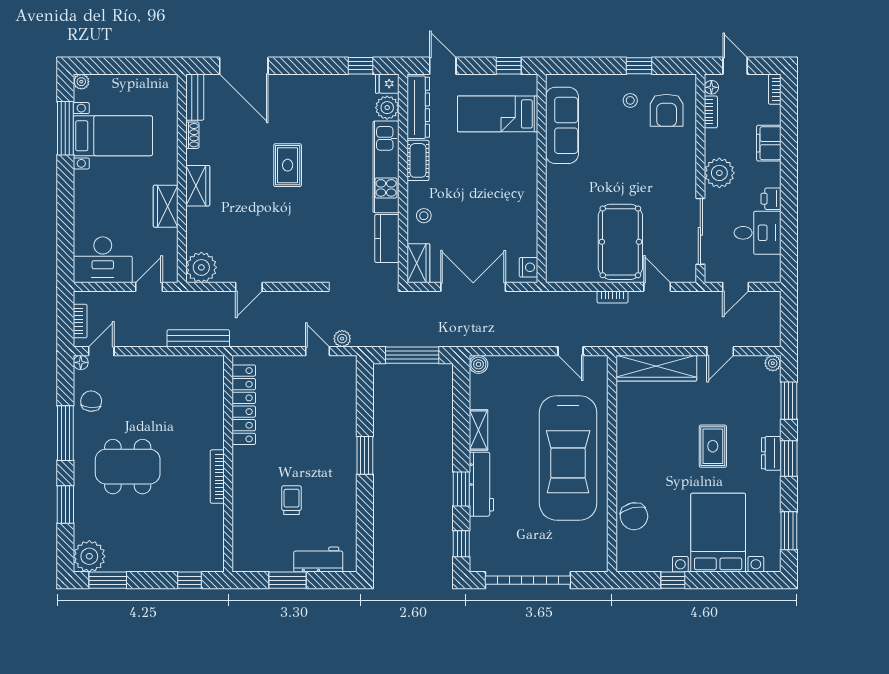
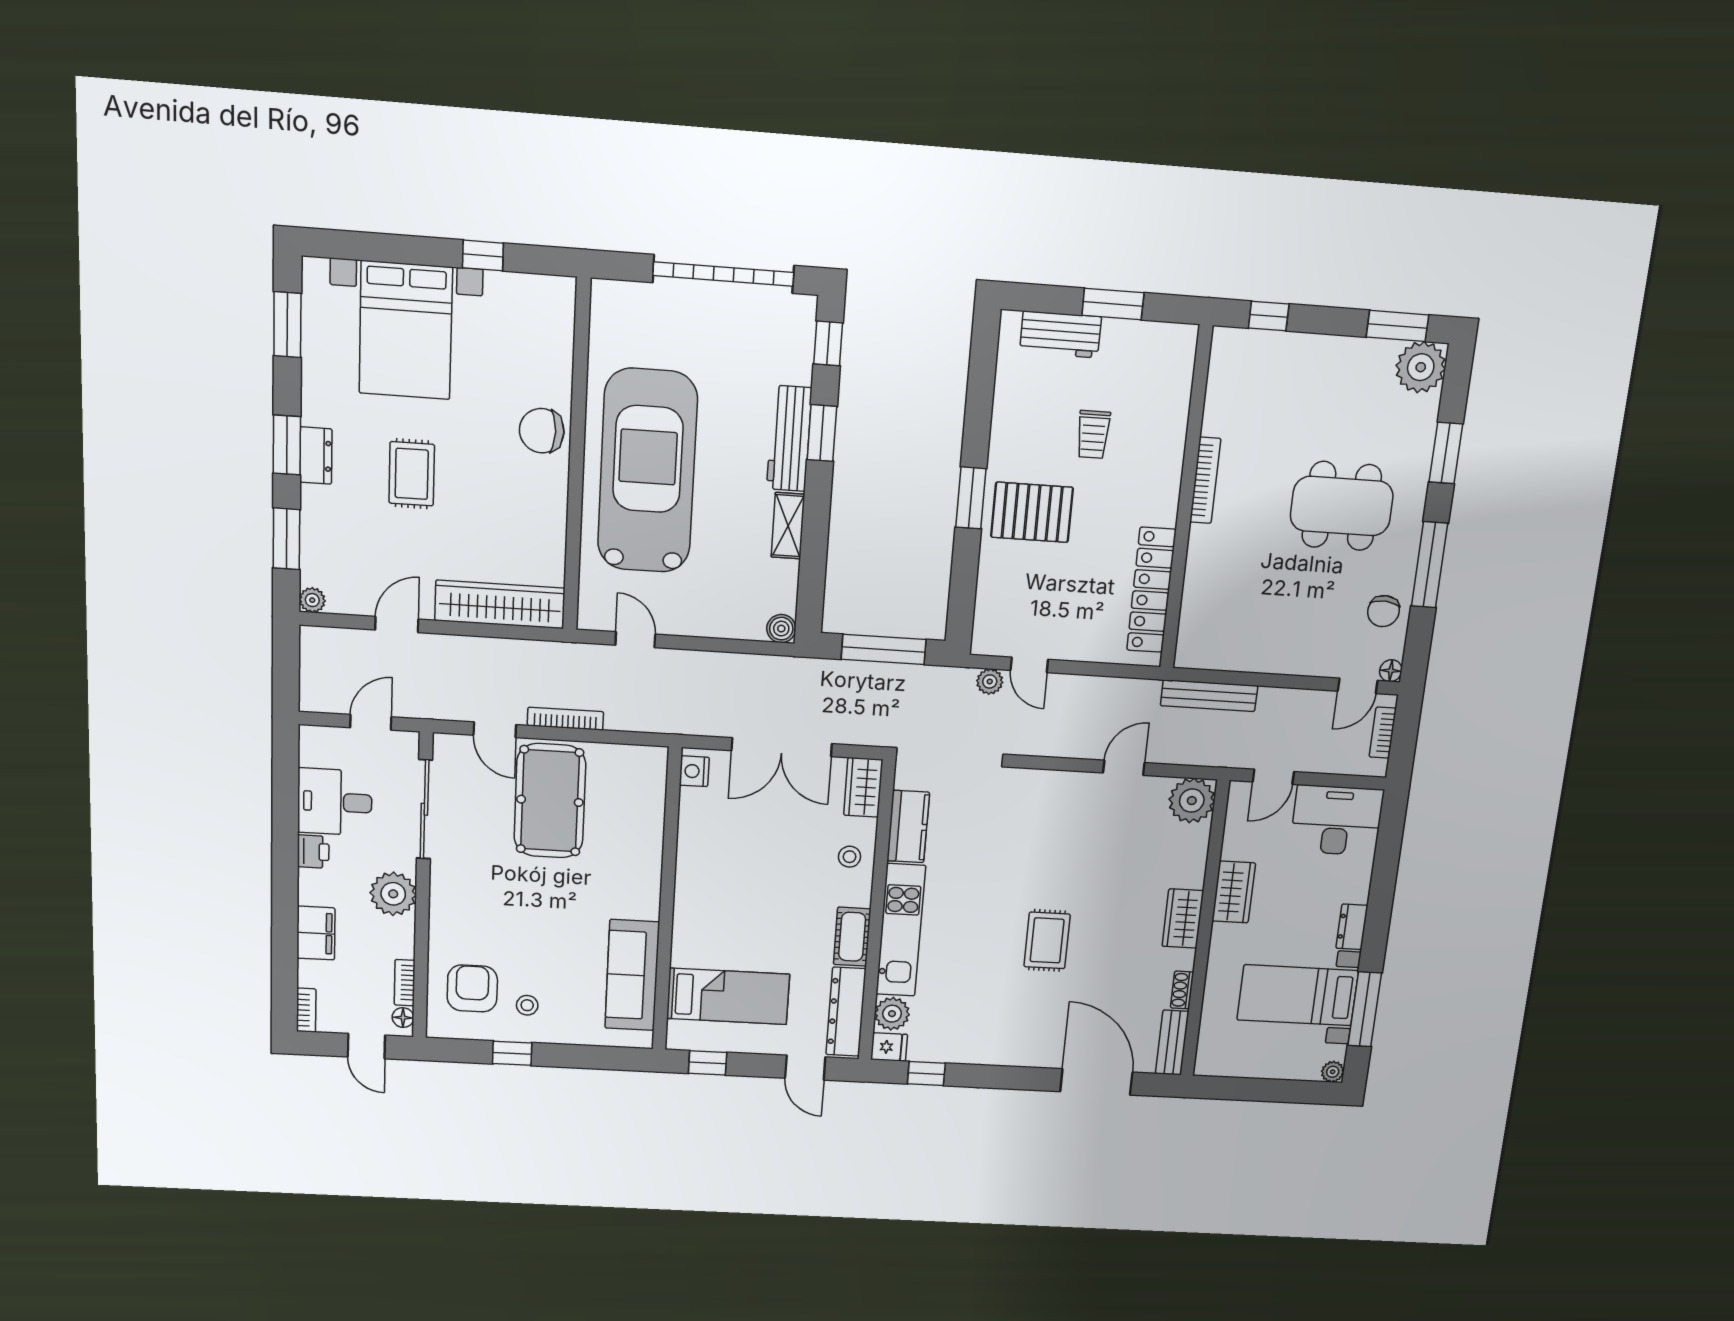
dresser: (82, 186) -> (1352, 927), added
bookcase: (613, 297) -> (565, 719), width x1.56
pallet: (325, 449) -> (1032, 512), added
chair: (634, 516) -> (542, 431), moved, turned -77

